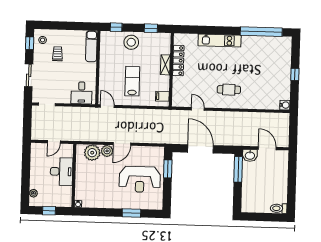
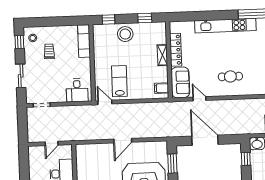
kitchen unit: (220, 40) -> (225, 26), width x1.36
lab bench: (132, 81) -> (119, 81), moved
sofa: (181, 92) -> (180, 82), added
plant: (107, 151) -> (108, 149), removed
plant: (92, 153) -> (92, 152), removed
window: (238, 169) -> (246, 159), width x0.46

